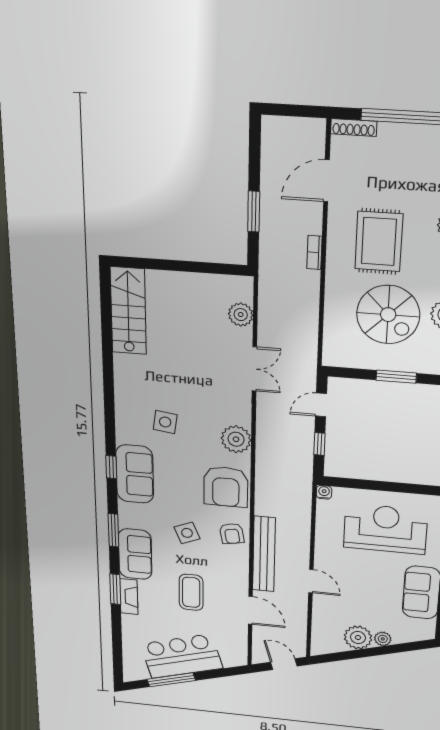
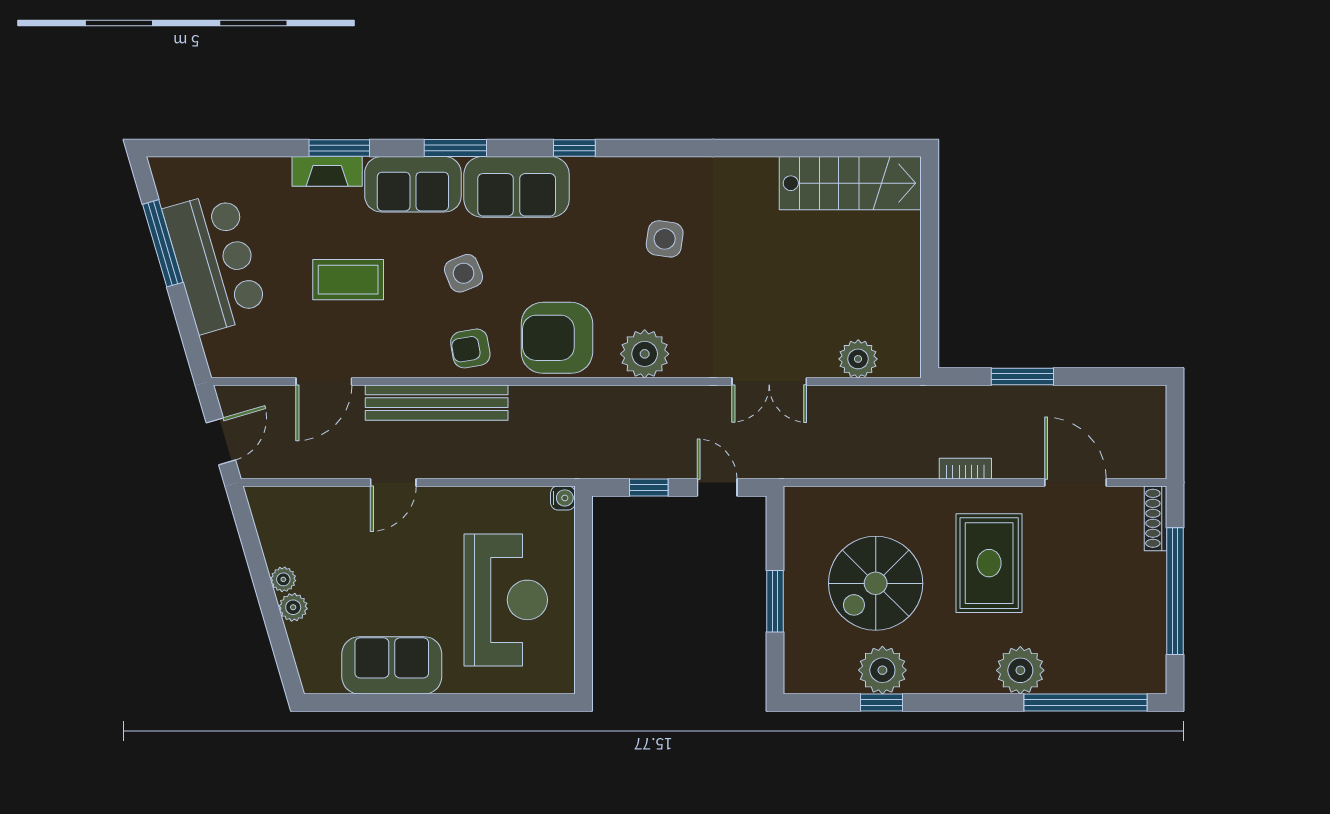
rug: (379, 242) -> (989, 563), turned 90
sofa: (135, 474) -> (517, 187), moved
plant: (358, 637) -> (283, 579), width x0.53, depth x0.53

